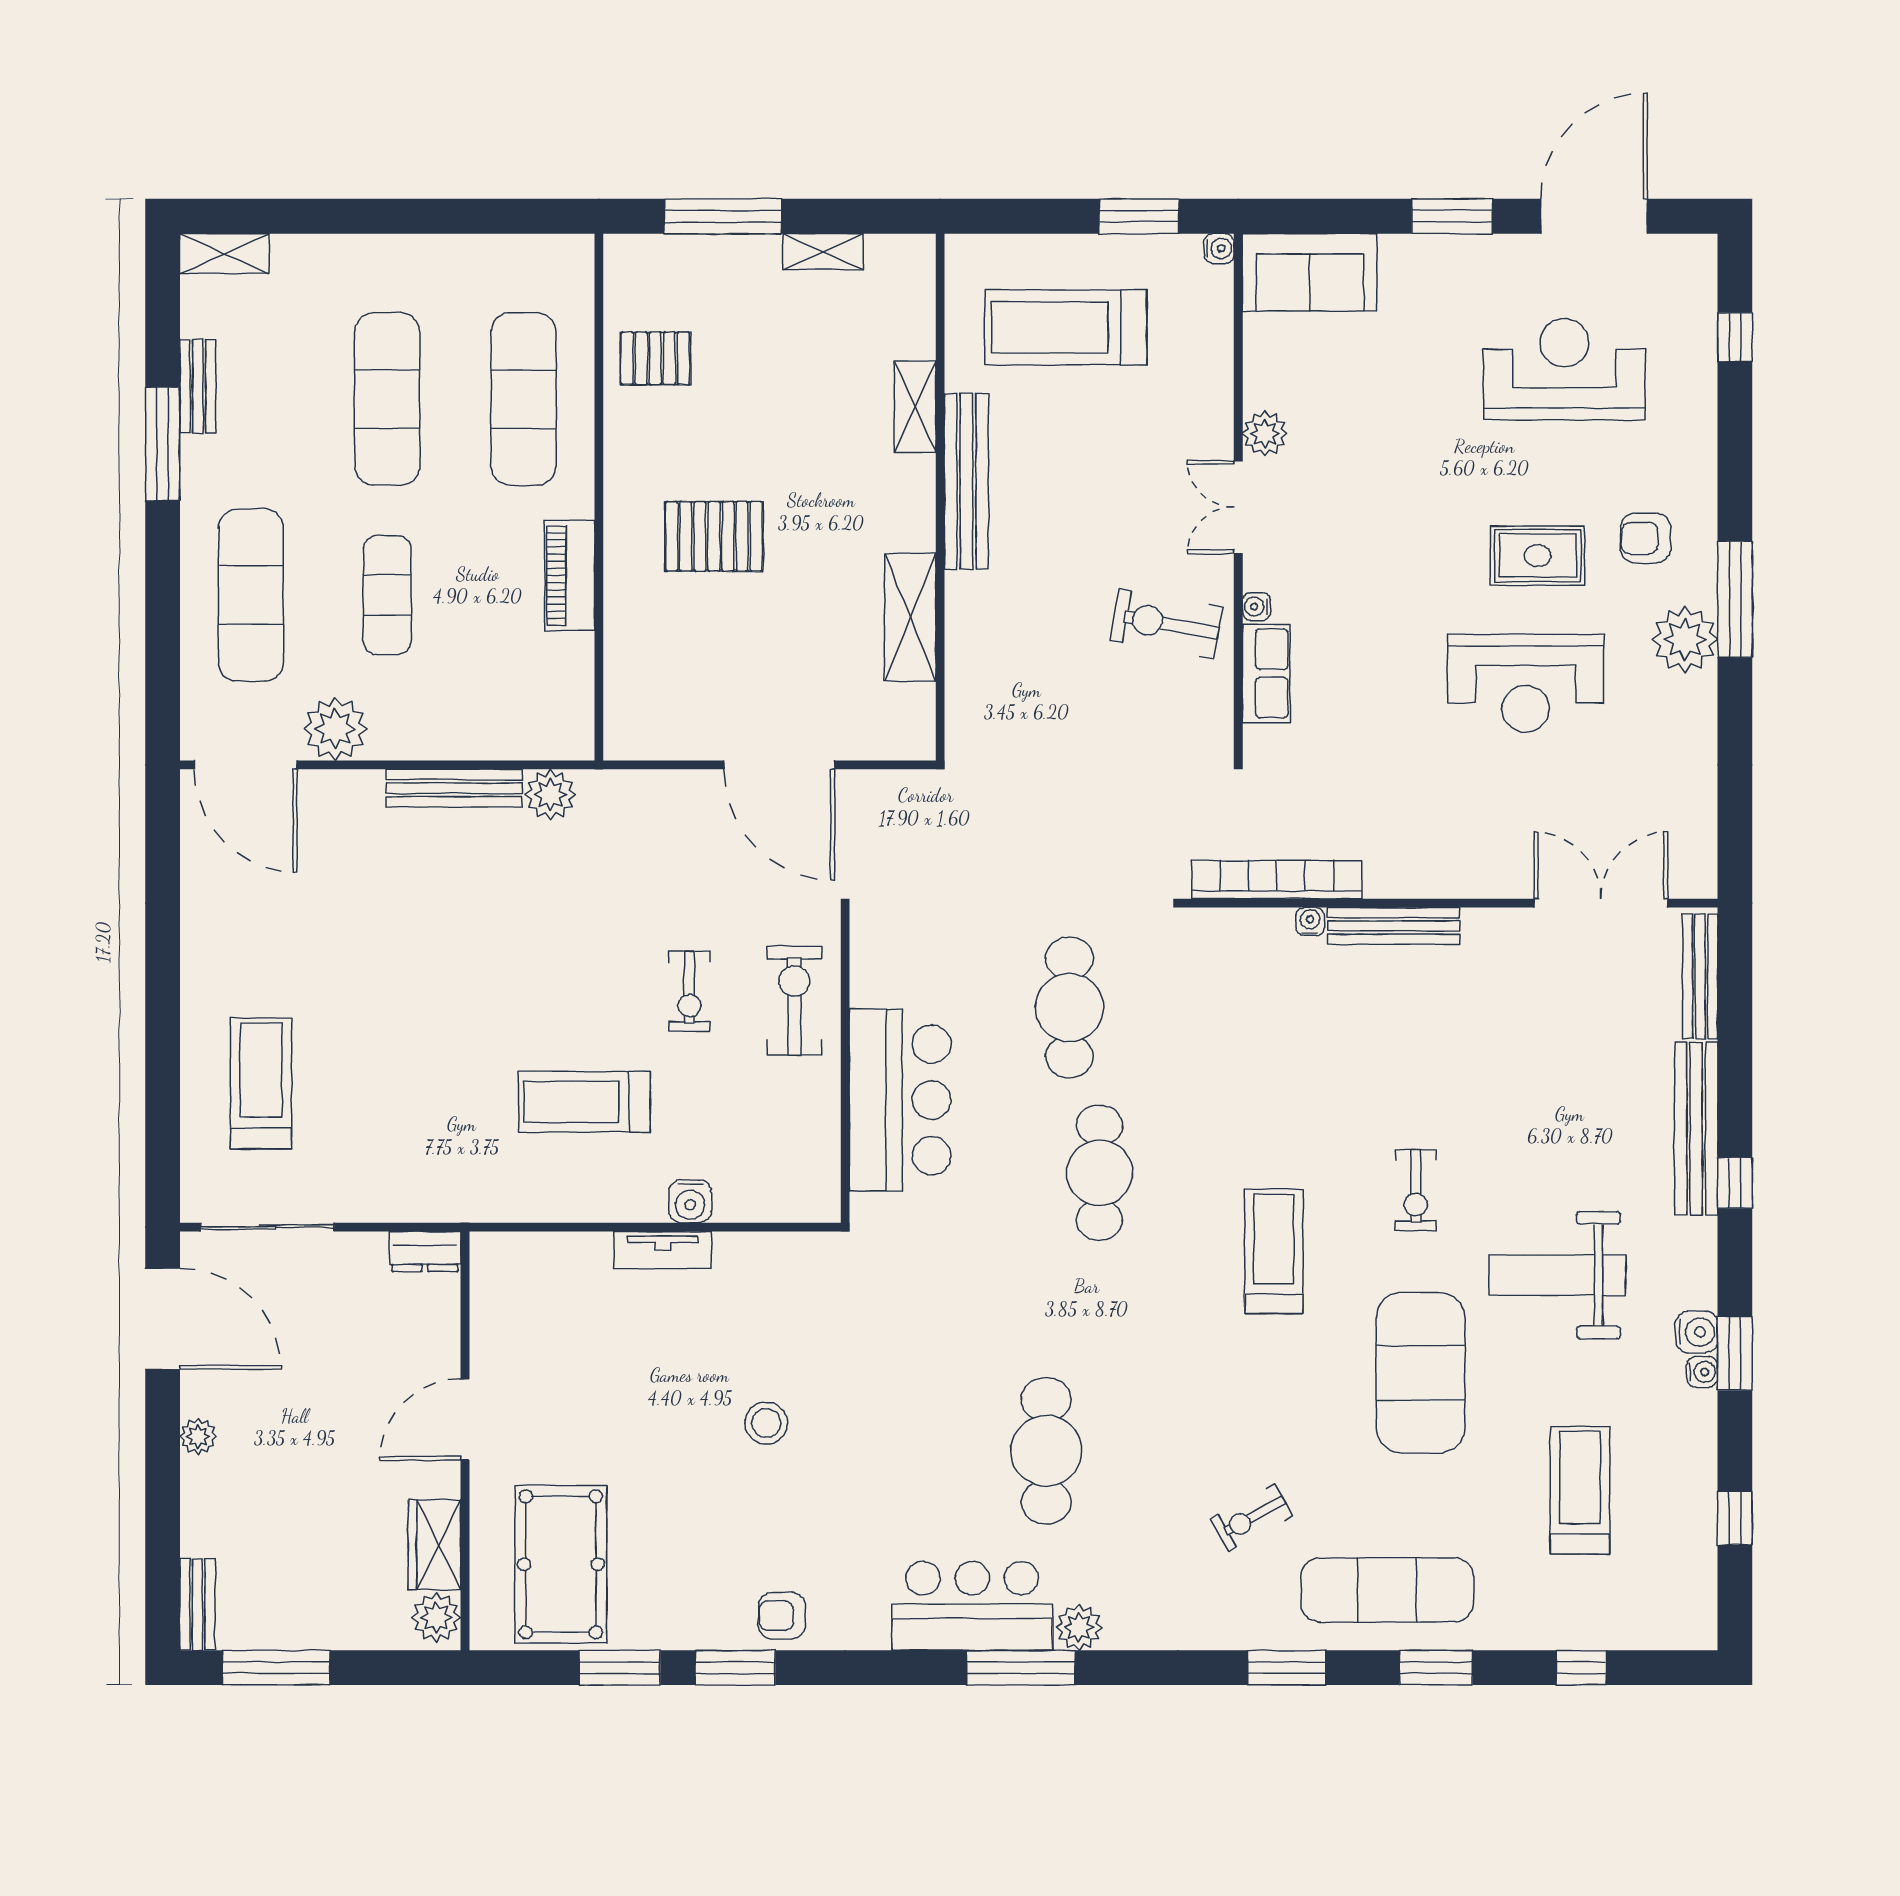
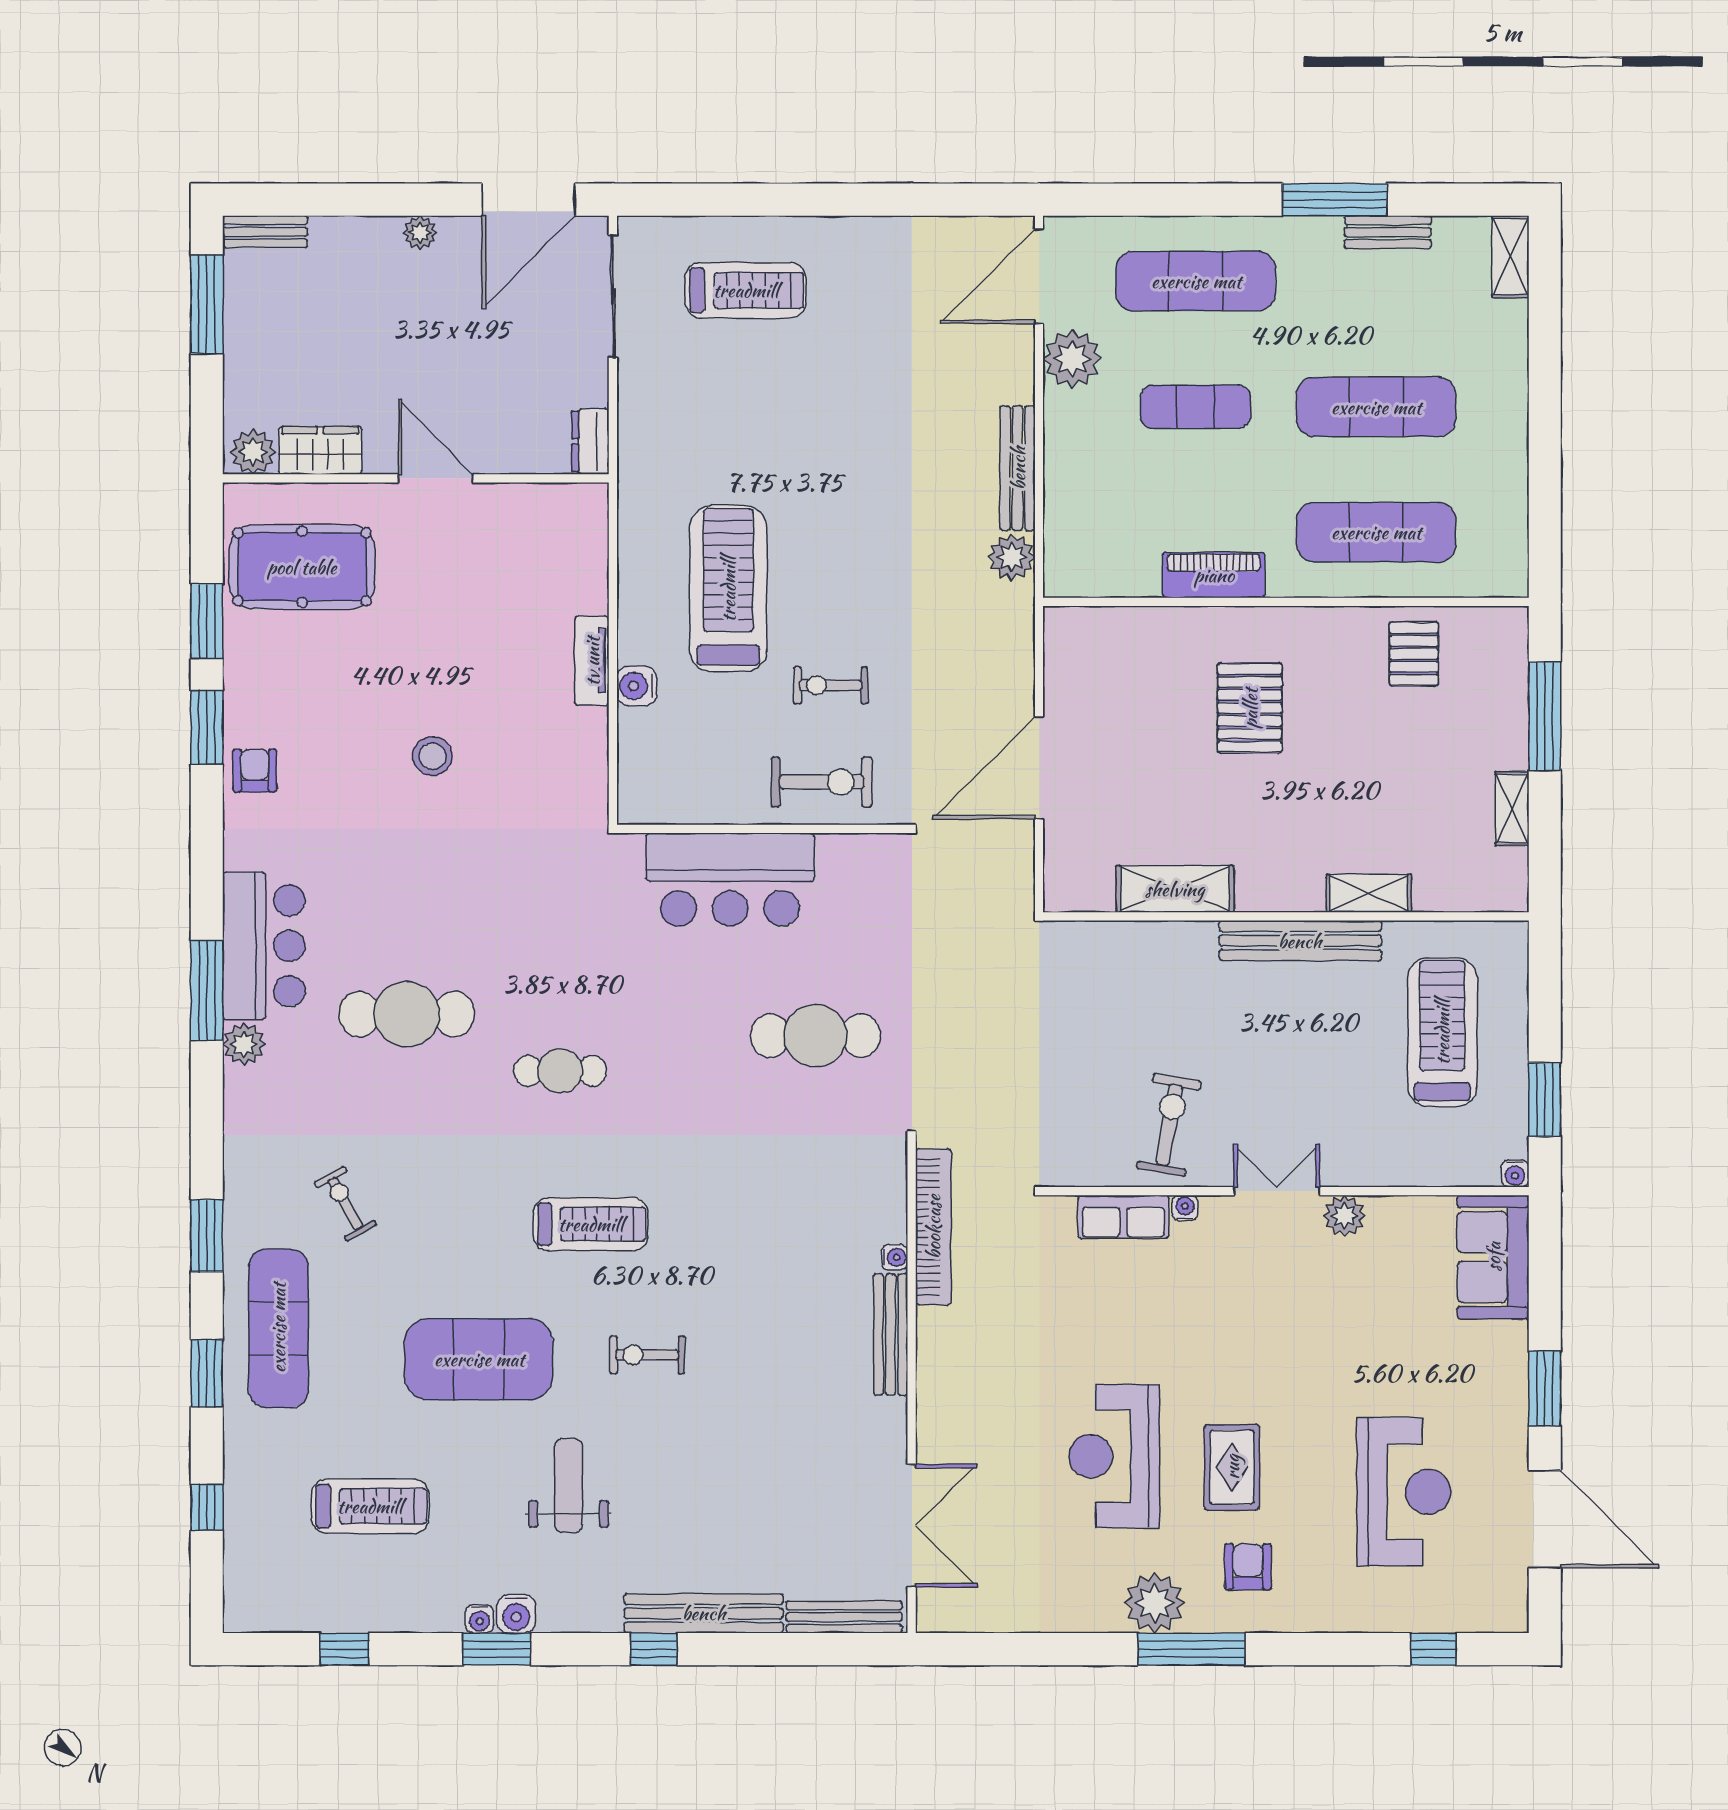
treadmill: (584, 1102) -> (728, 589), width x1.37, depth x1.38
cafe table: (1099, 1173) -> (560, 1071), moved, width x0.73, depth x0.74
weight bench: (1558, 1275) -> (569, 1486), width x0.73, depth x0.75

